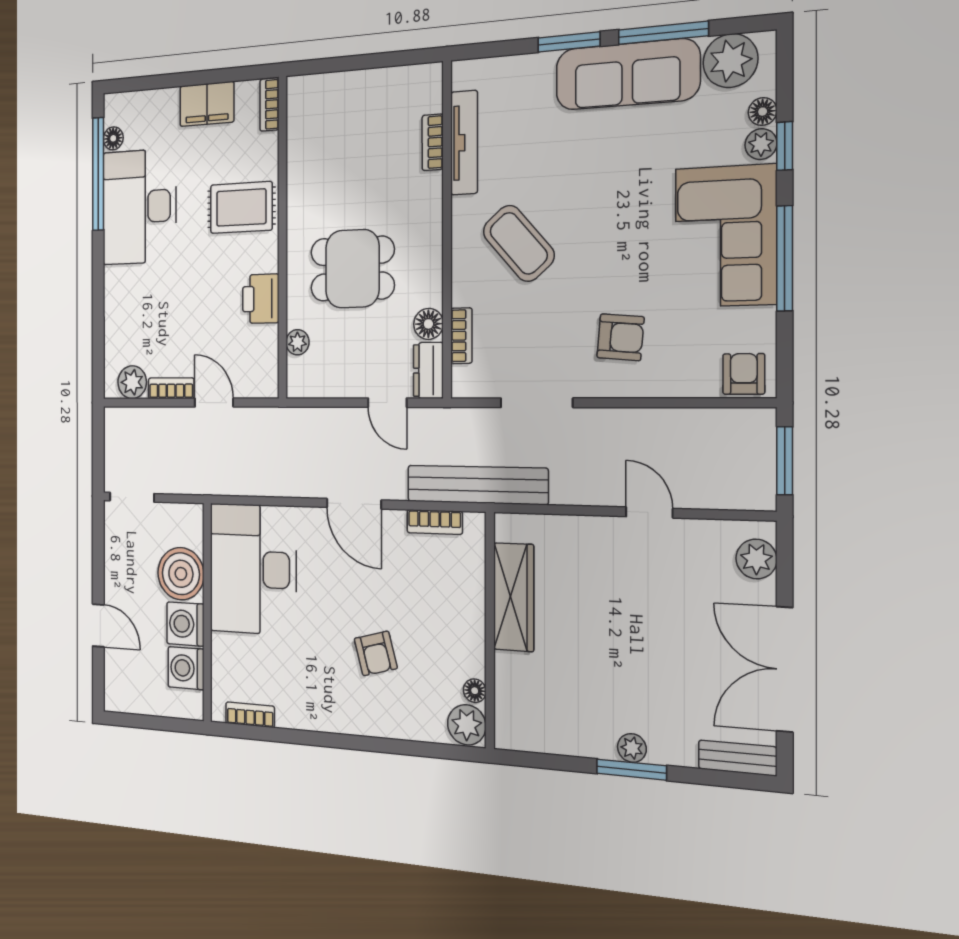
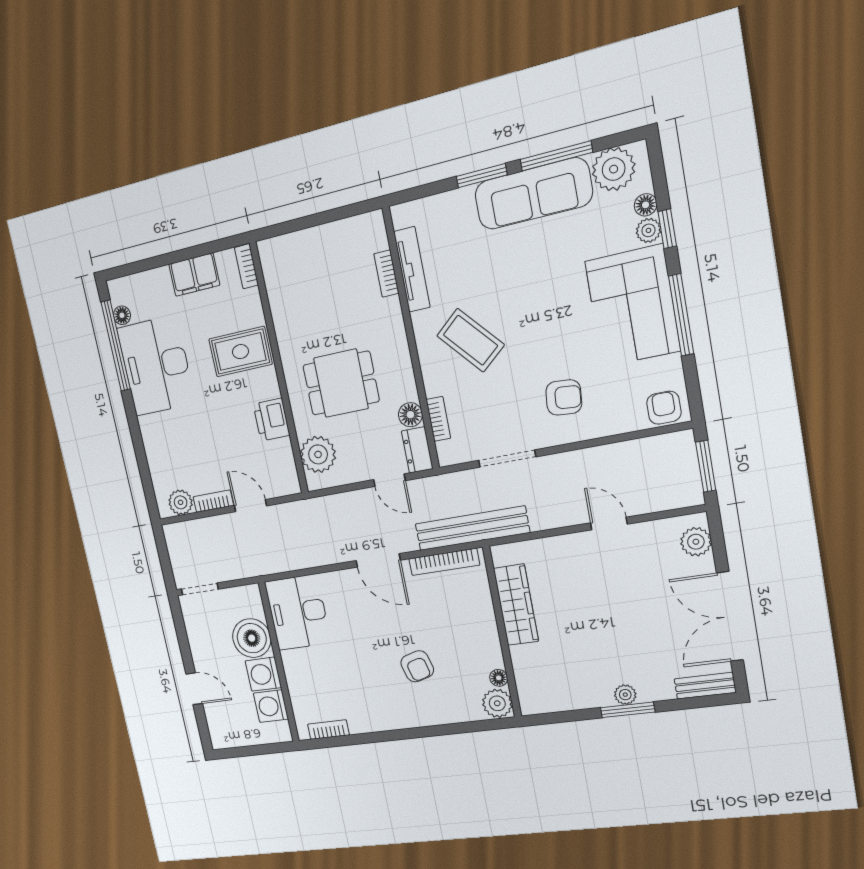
plant: (297, 342) -> (318, 454), width x1.88, depth x1.88
bookcase: (435, 522) -> (444, 562), width x1.56
desk: (253, 569) -> (298, 612), width x0.73, depth x0.77

